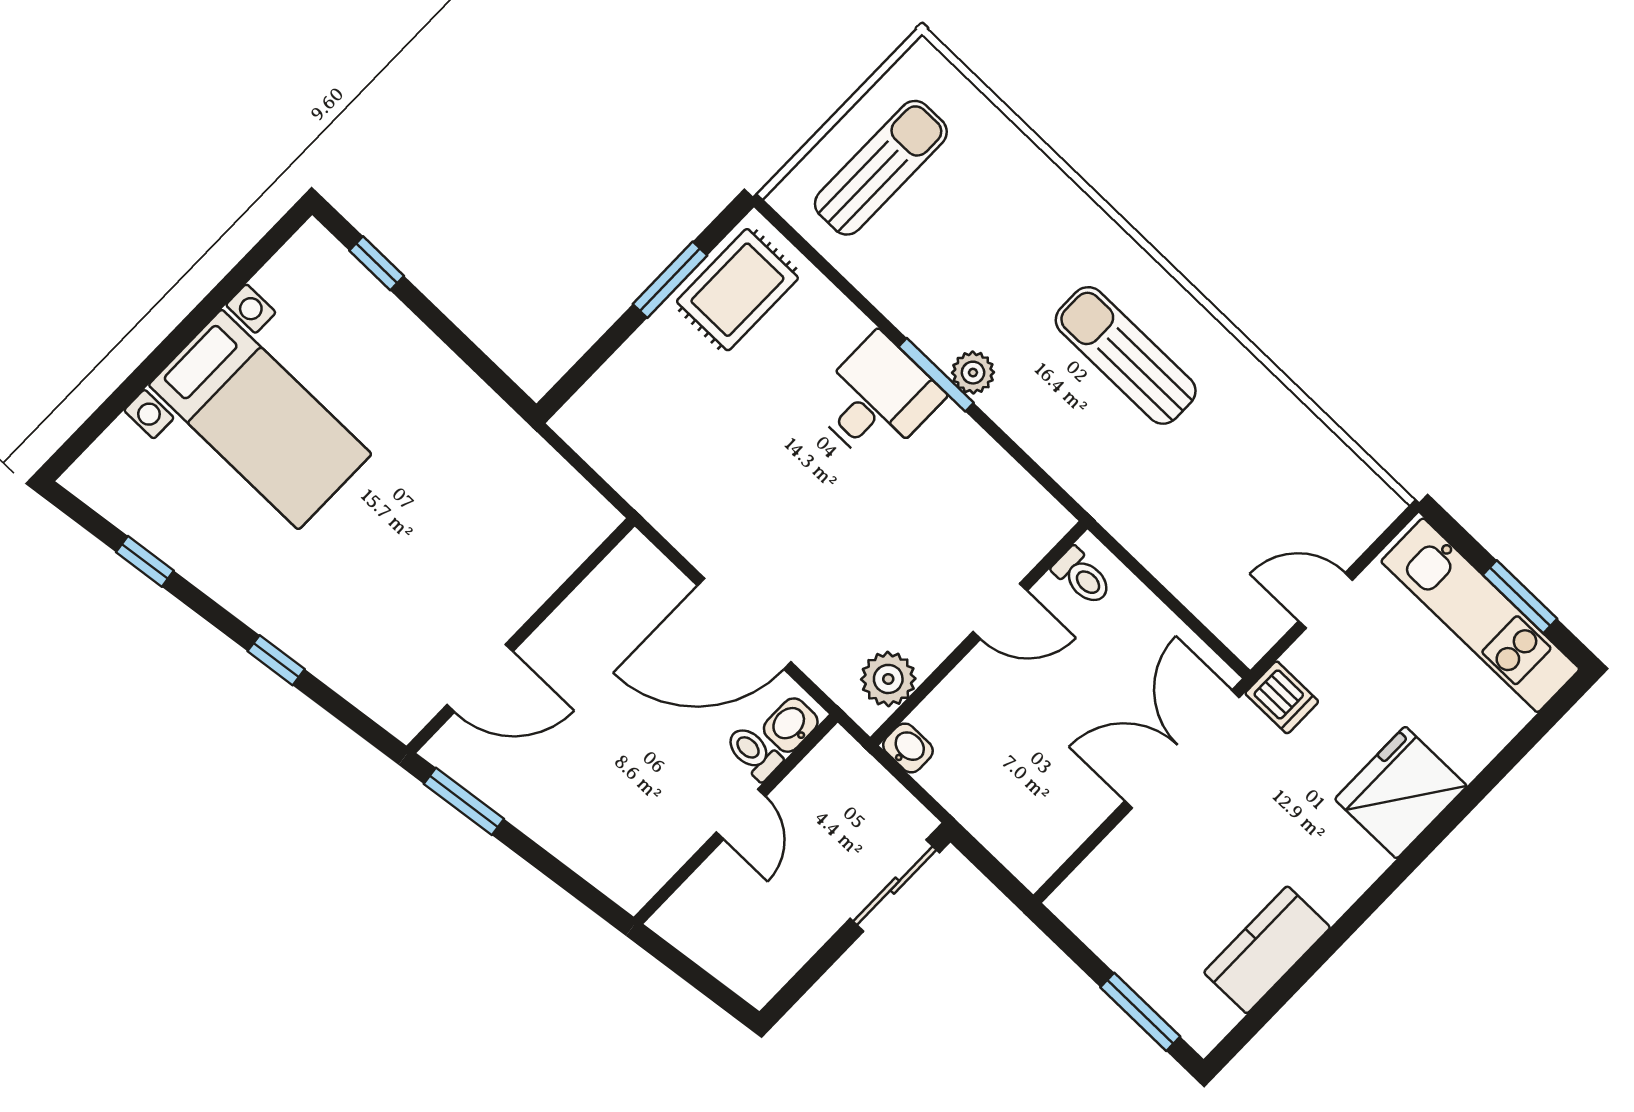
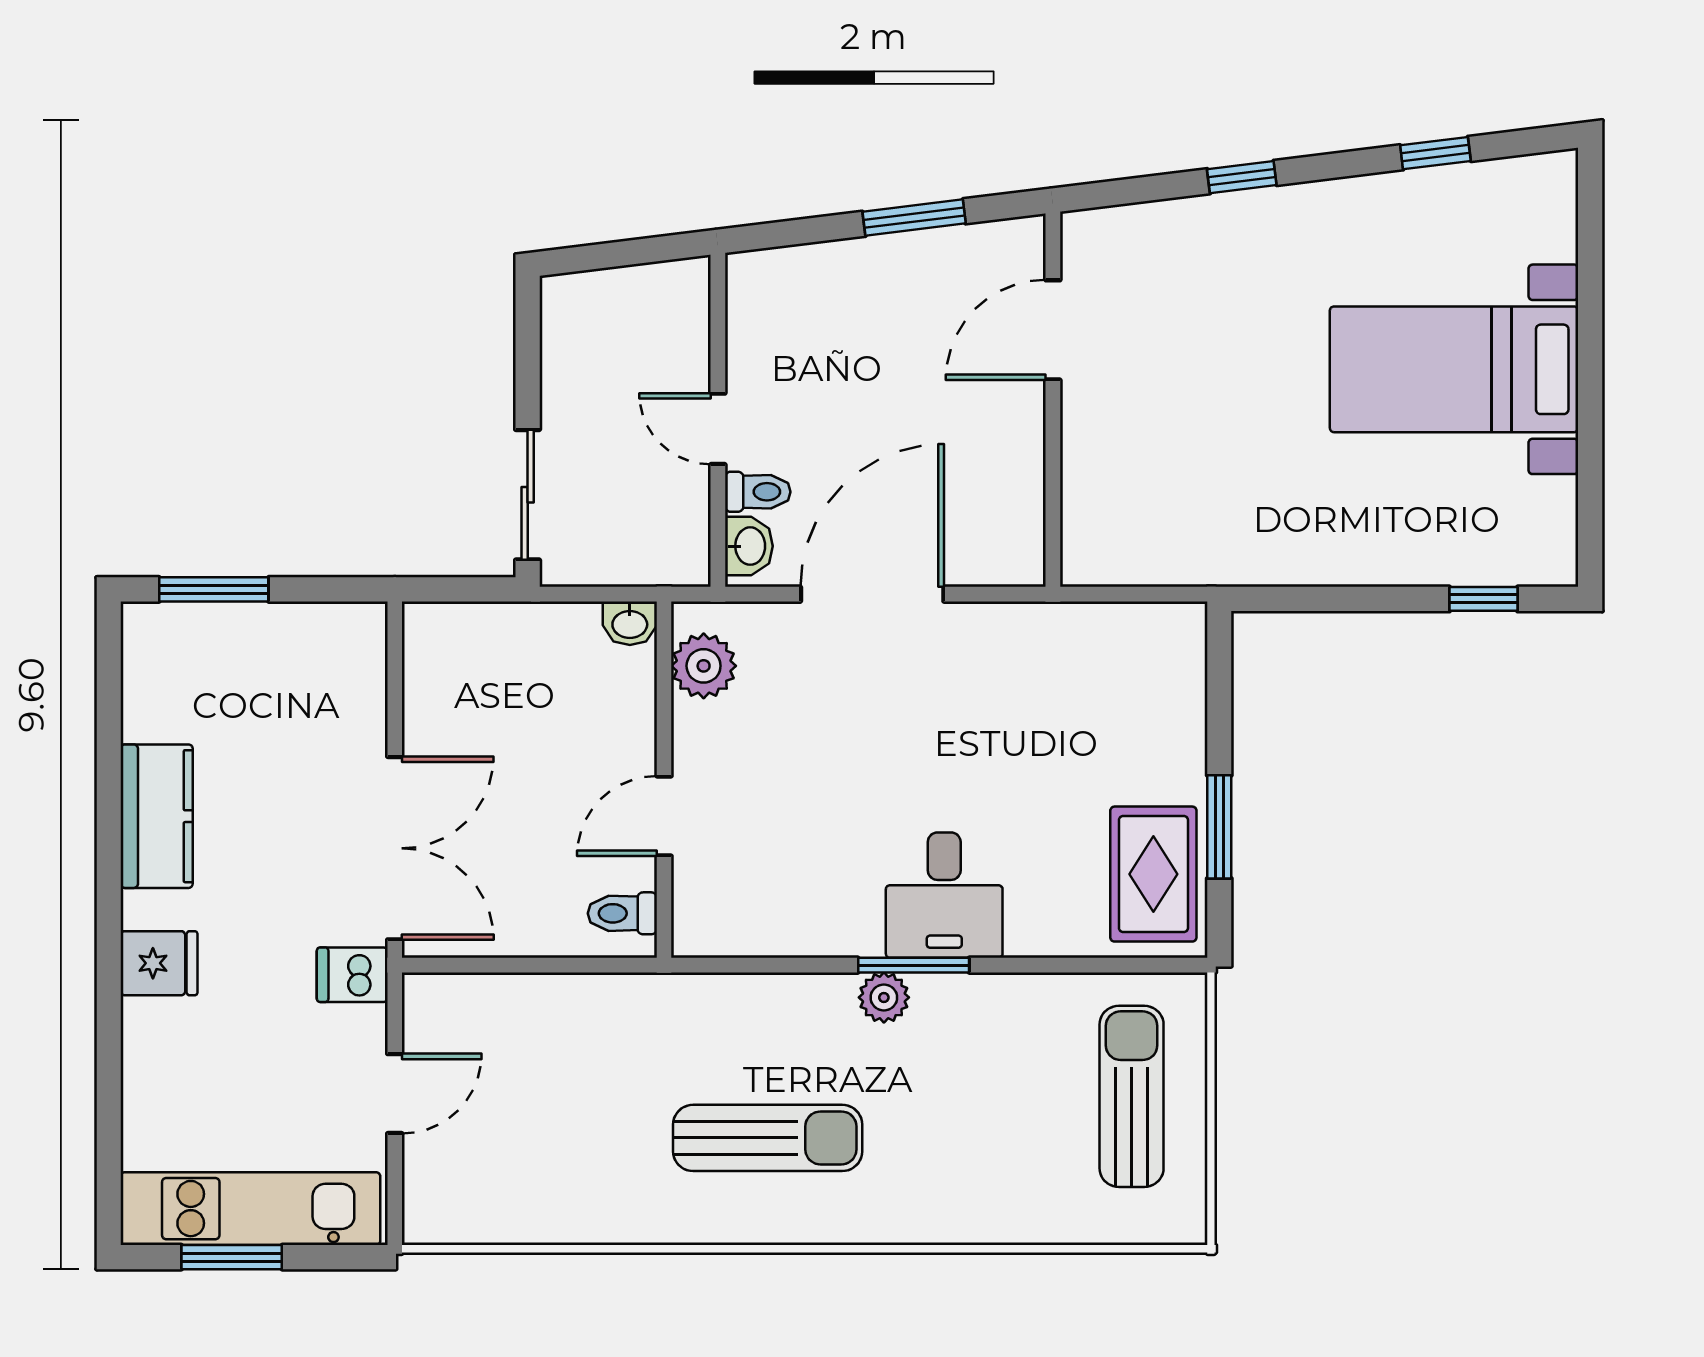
sun lounger: (881, 168) -> (1132, 1096), turned 180
fridge: (1401, 793) -> (159, 963), width x0.53, depth x0.75
window: (464, 801) -> (914, 218), moved
kitchen counter: (1267, 950) -> (157, 816), moved

